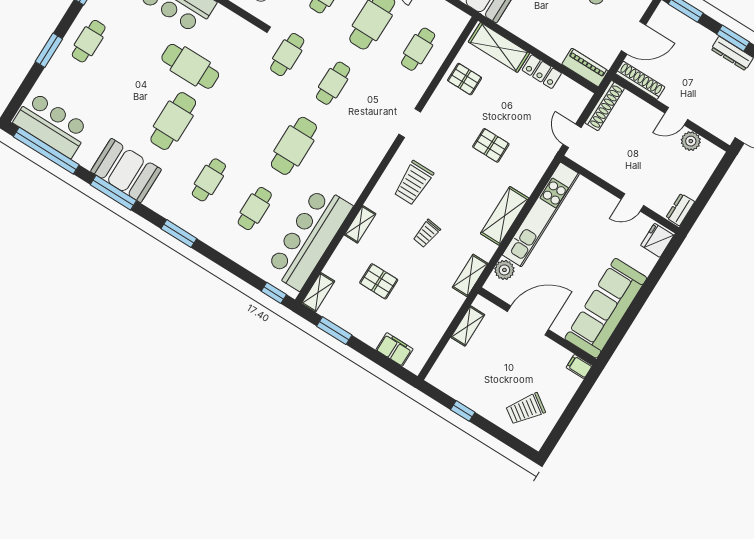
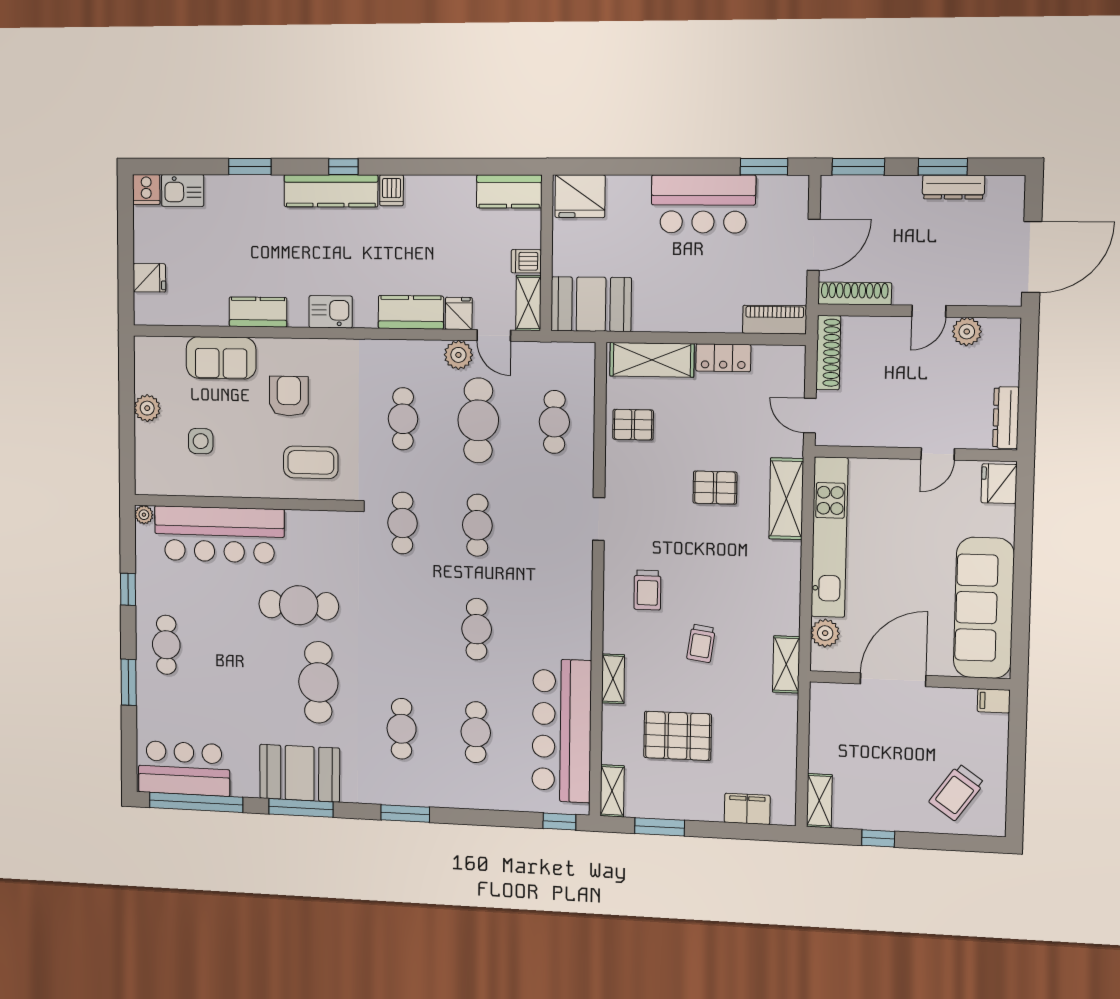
cafe table: (294, 146) -> (477, 629), width x0.73, depth x0.74
trolley: (413, 183) -> (647, 590), width x0.73, depth x0.72
dresser: (680, 210) -> (1006, 418), width x1.44
shelving: (505, 216) -> (786, 499), moved
pallet: (379, 281) -> (678, 736), width x1.50, depth x1.42
shelving: (468, 326) -> (819, 801), moved

